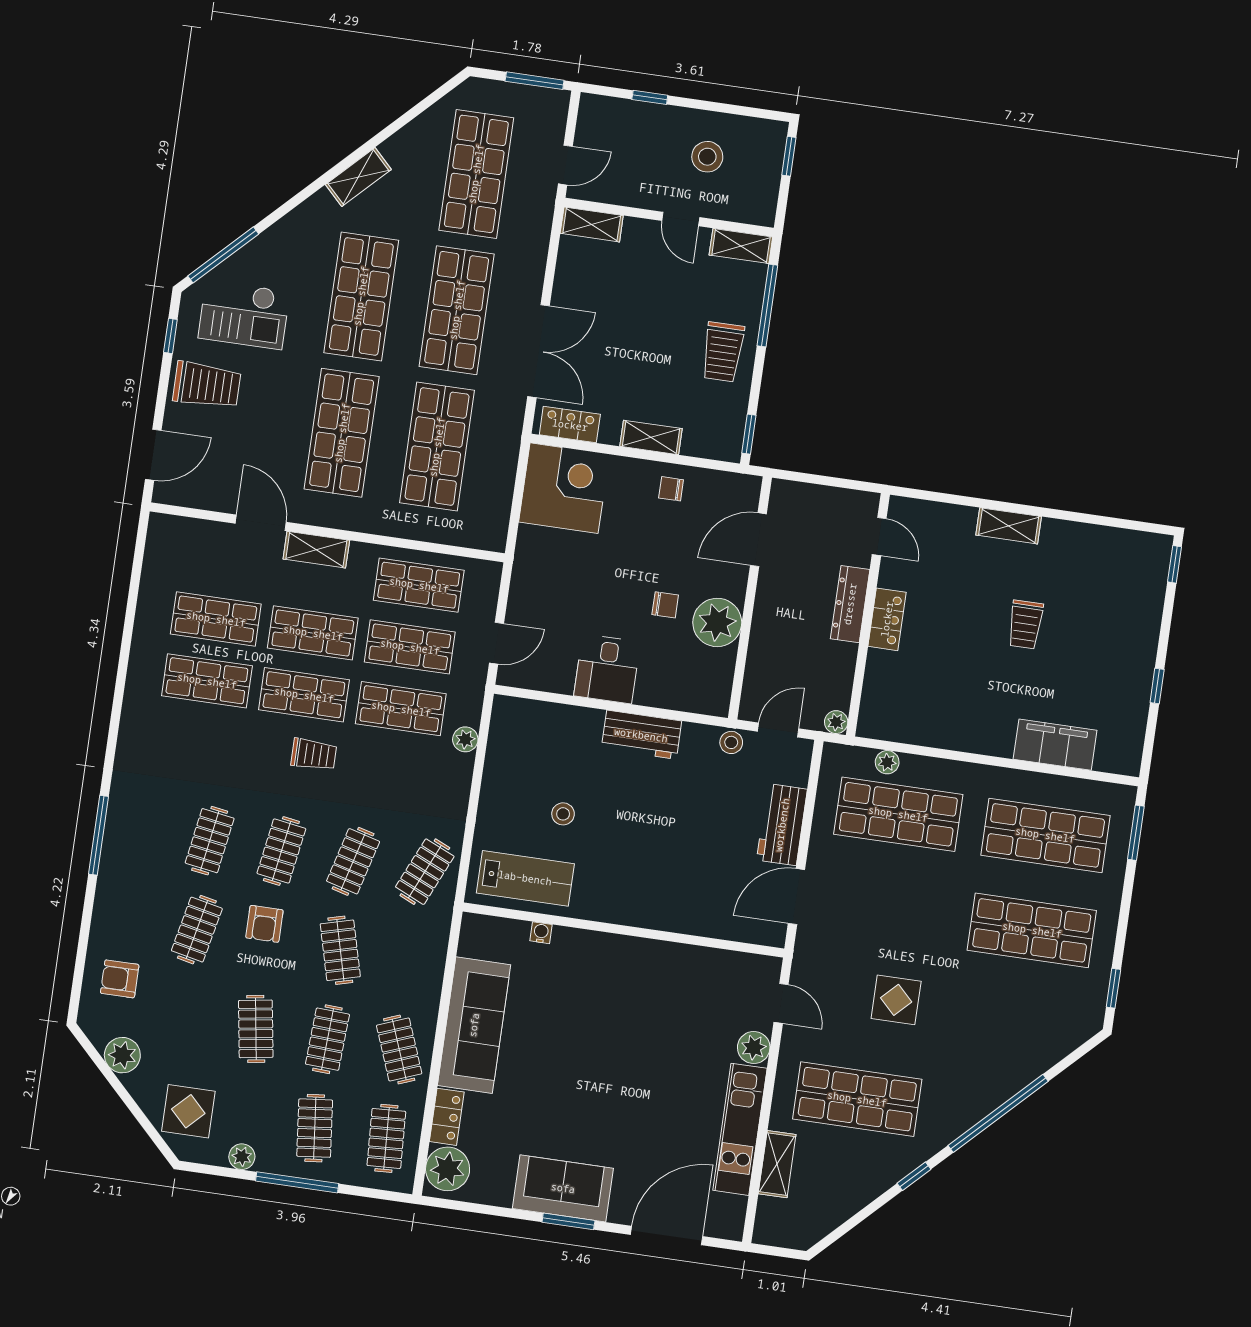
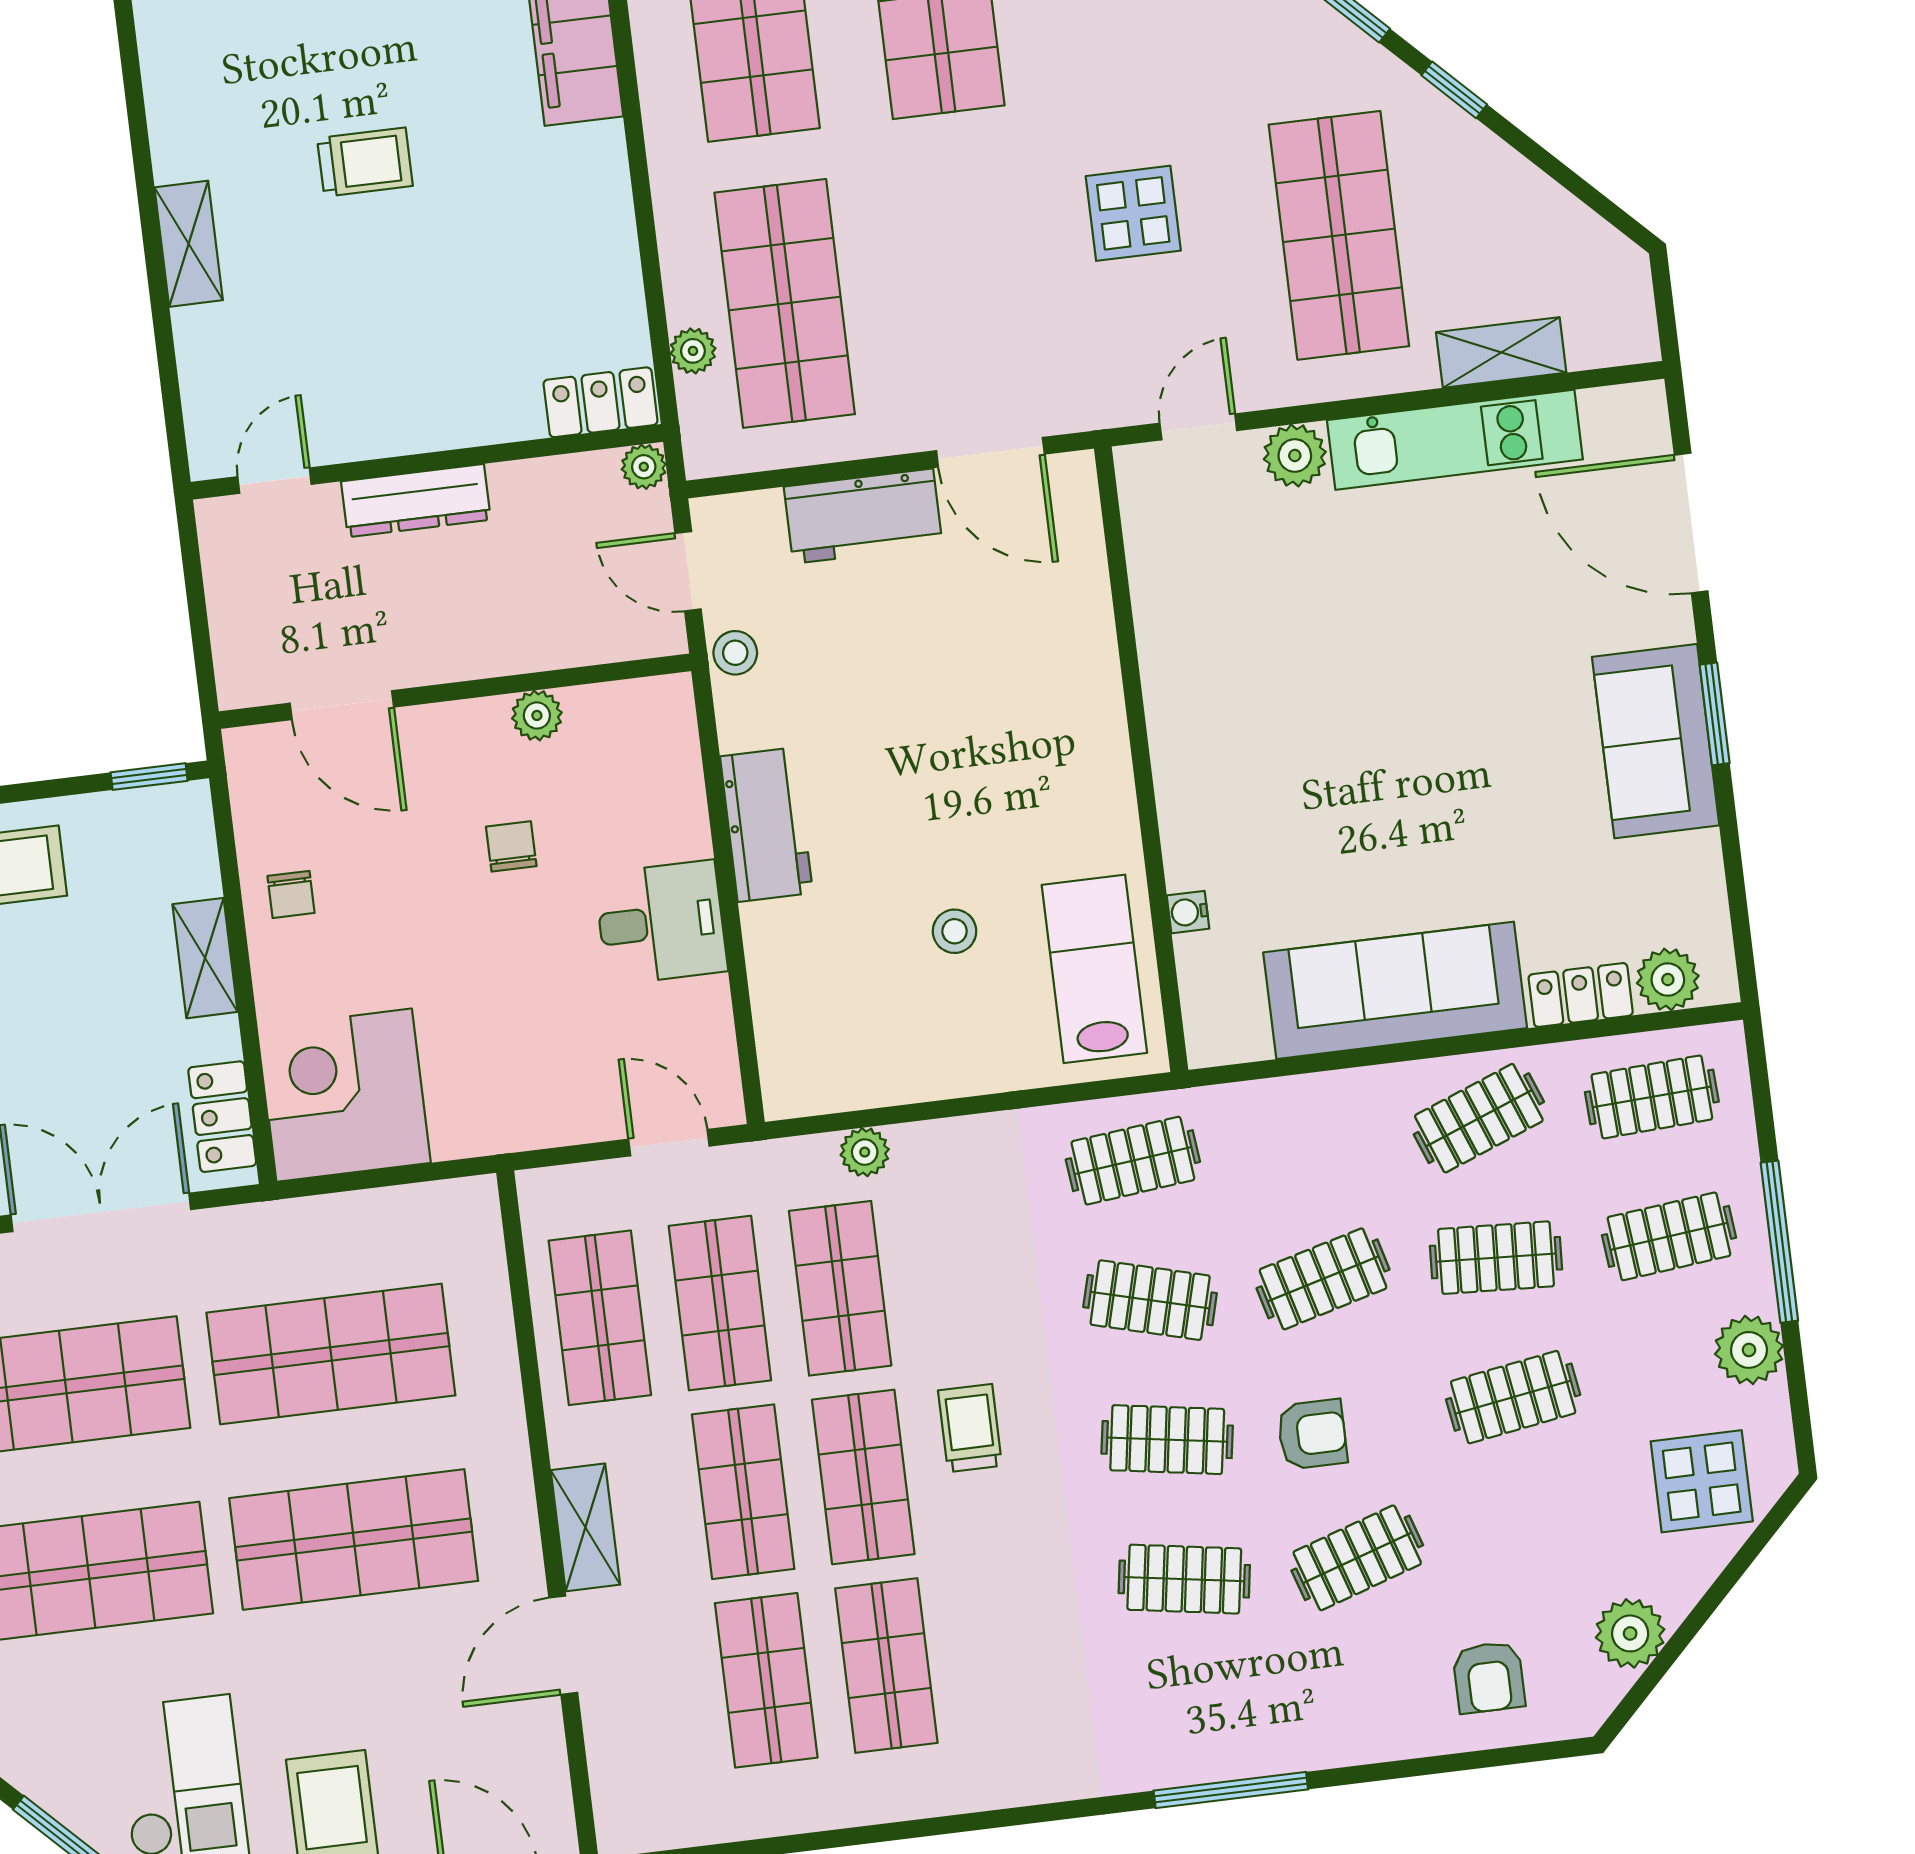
locker: (887, 619) -> (601, 402), moved
plant: (717, 622) -> (537, 715), width x0.53, depth x0.53
clothes rail: (425, 872) -> (1133, 1161), turned -30
clothes rail: (197, 930) -> (1357, 1558), turned -30
plant: (242, 1157) -> (1749, 1350), width x1.38, depth x1.38
plant: (448, 1169) -> (1668, 980), width x0.73, depth x0.73

